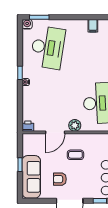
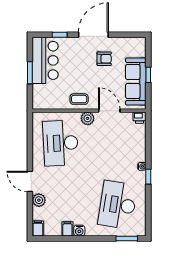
water cooler: (27, 24) -> (79, 231), moved
door: (55, 132) -> (109, 111), hinge flipped
coffee table: (75, 155) -> (79, 99), moved
sofa: (31, 177) -> (136, 82), moved

